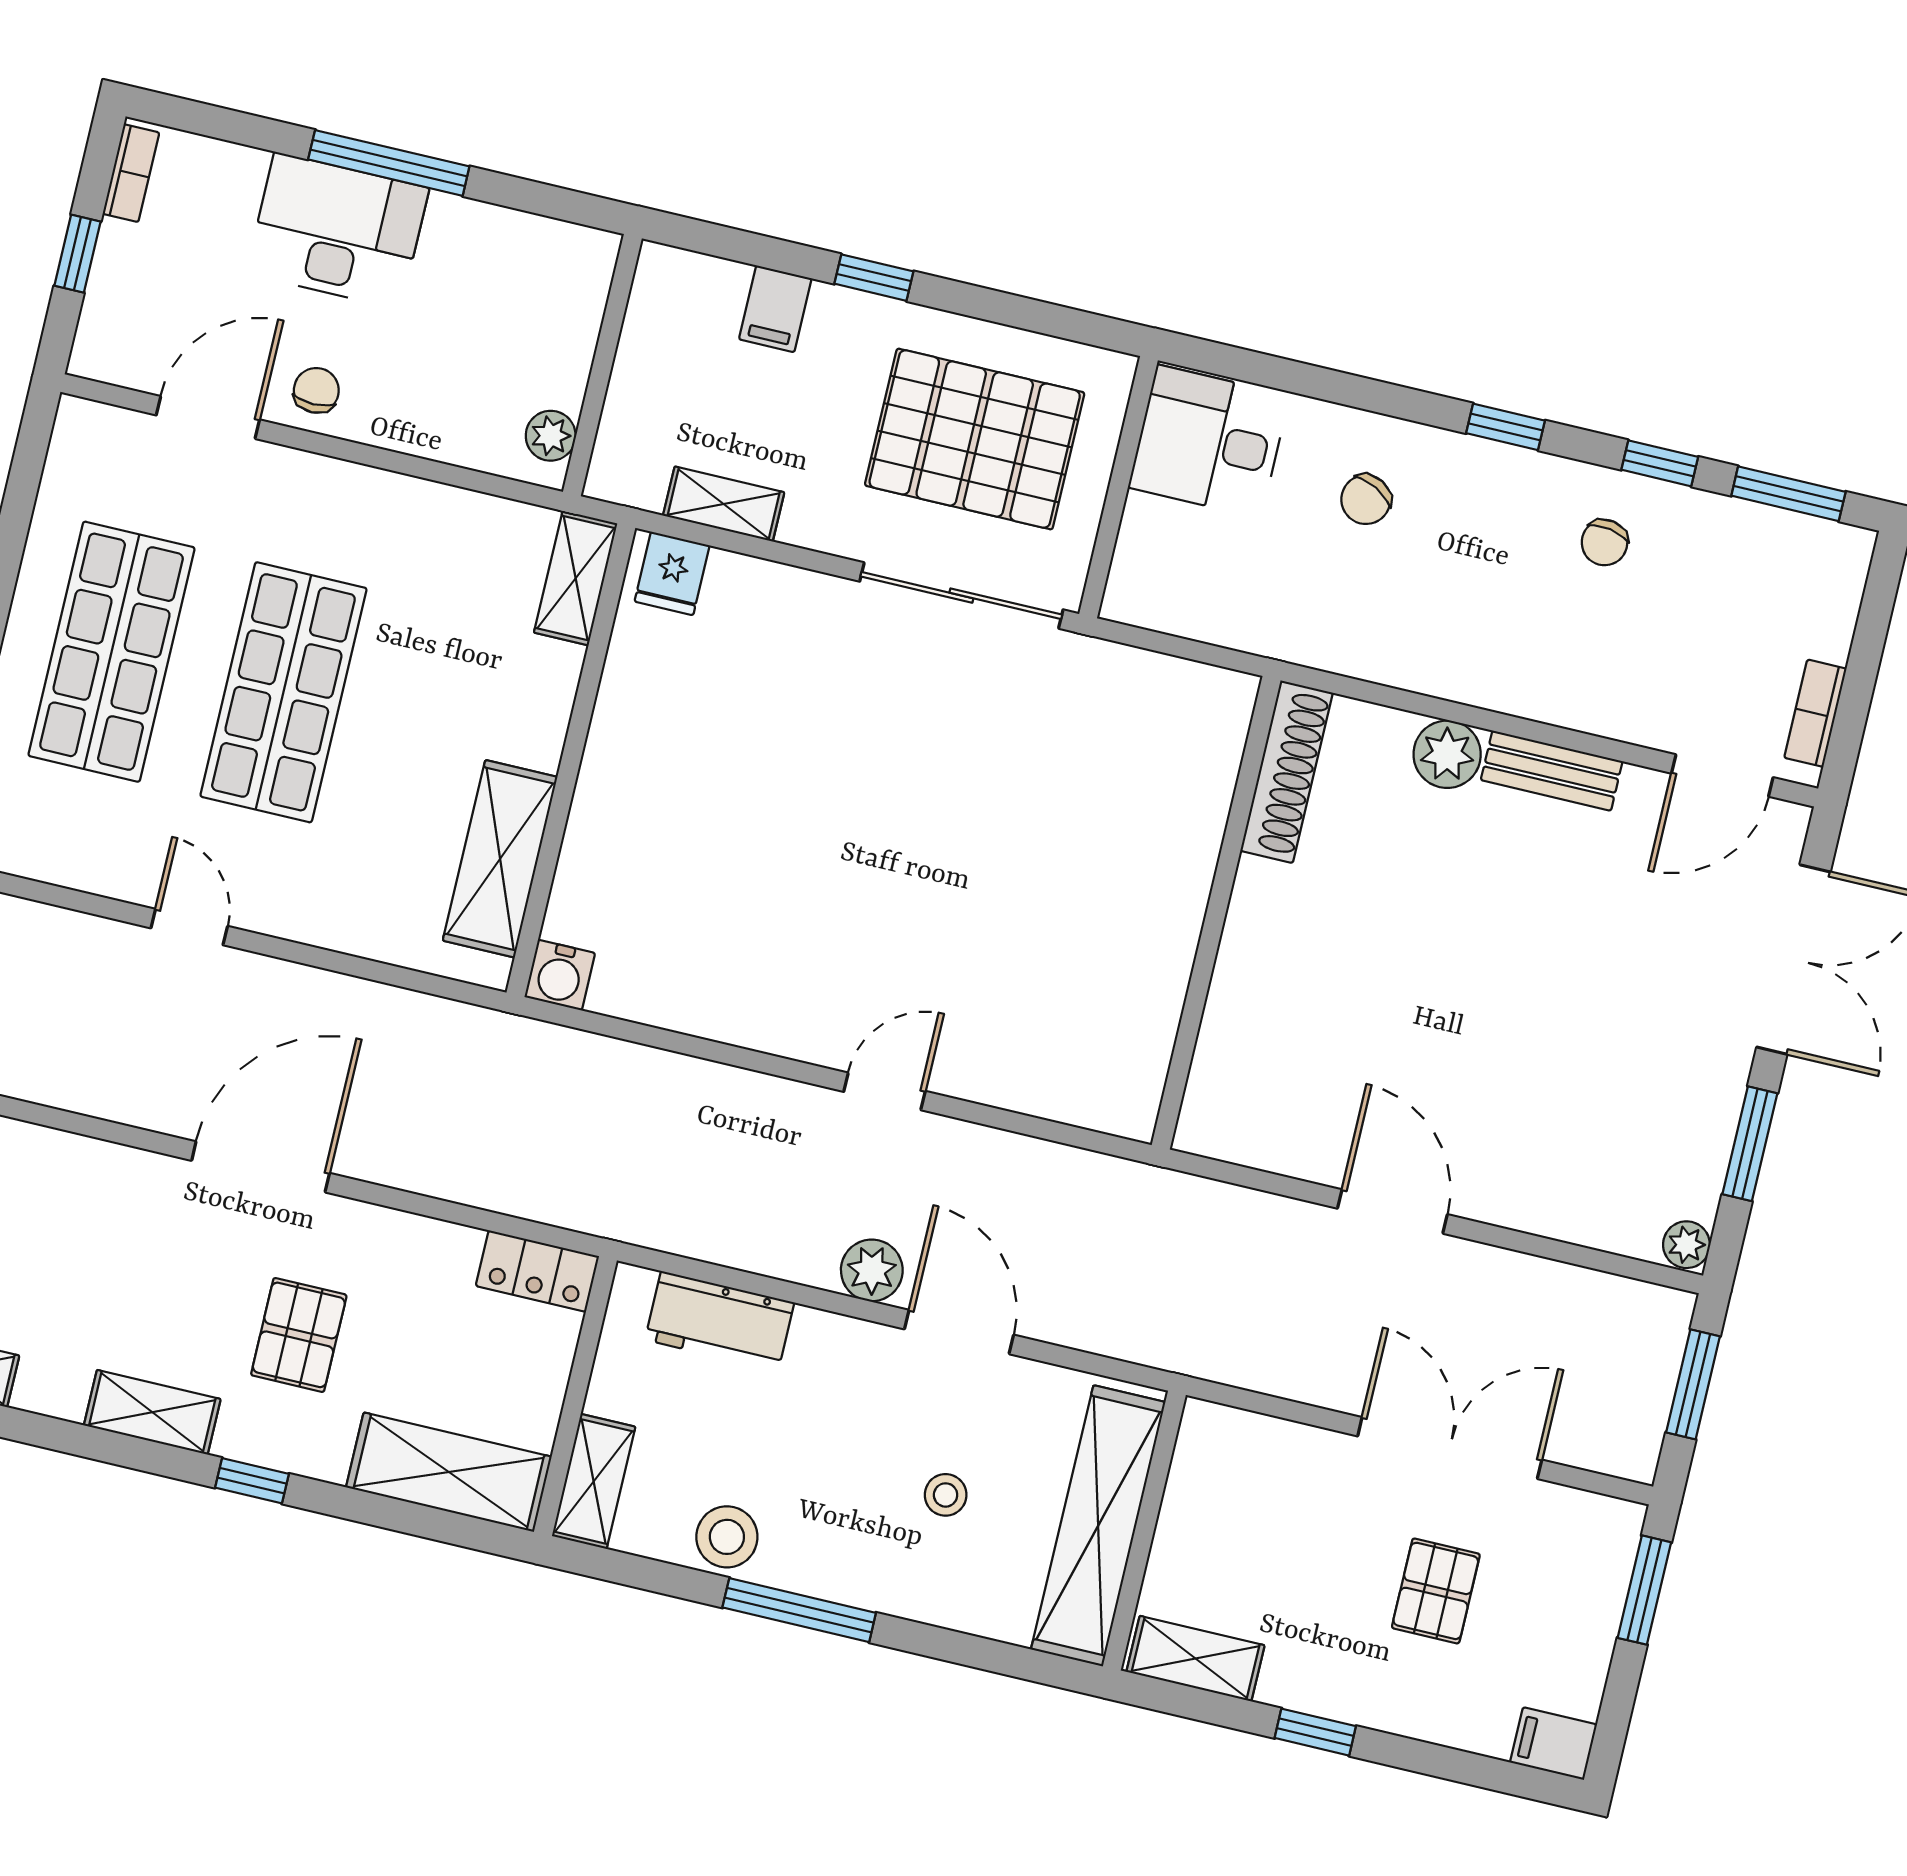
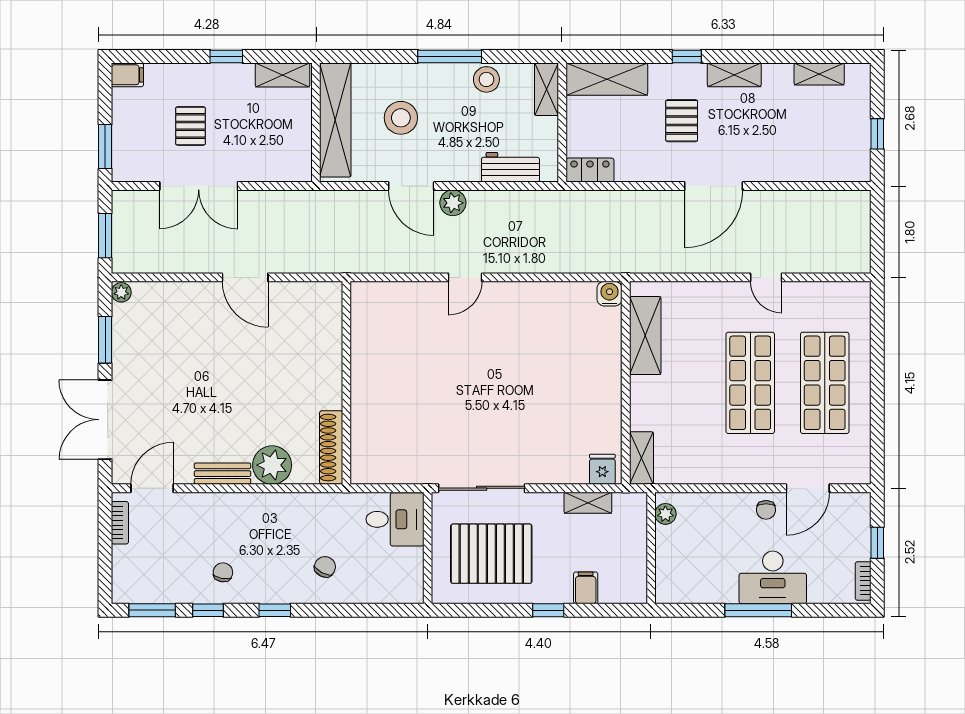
desk: (1209, 441) -> (395, 519), moved
plant: (1447, 754) -> (272, 465), width x1.36, depth x1.36
stool: (946, 1495) -> (401, 118), width x1.89, depth x1.89

